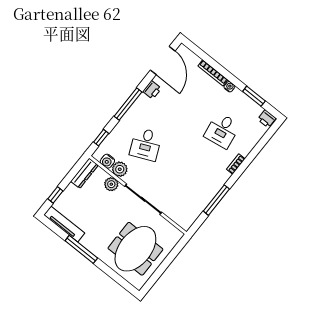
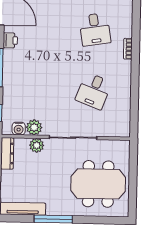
desk: (146, 144) -> (94, 91), moved, turned 45
window: (216, 200) -> (135, 91), removed
meeting table: (135, 249) -> (98, 184), turned 90

